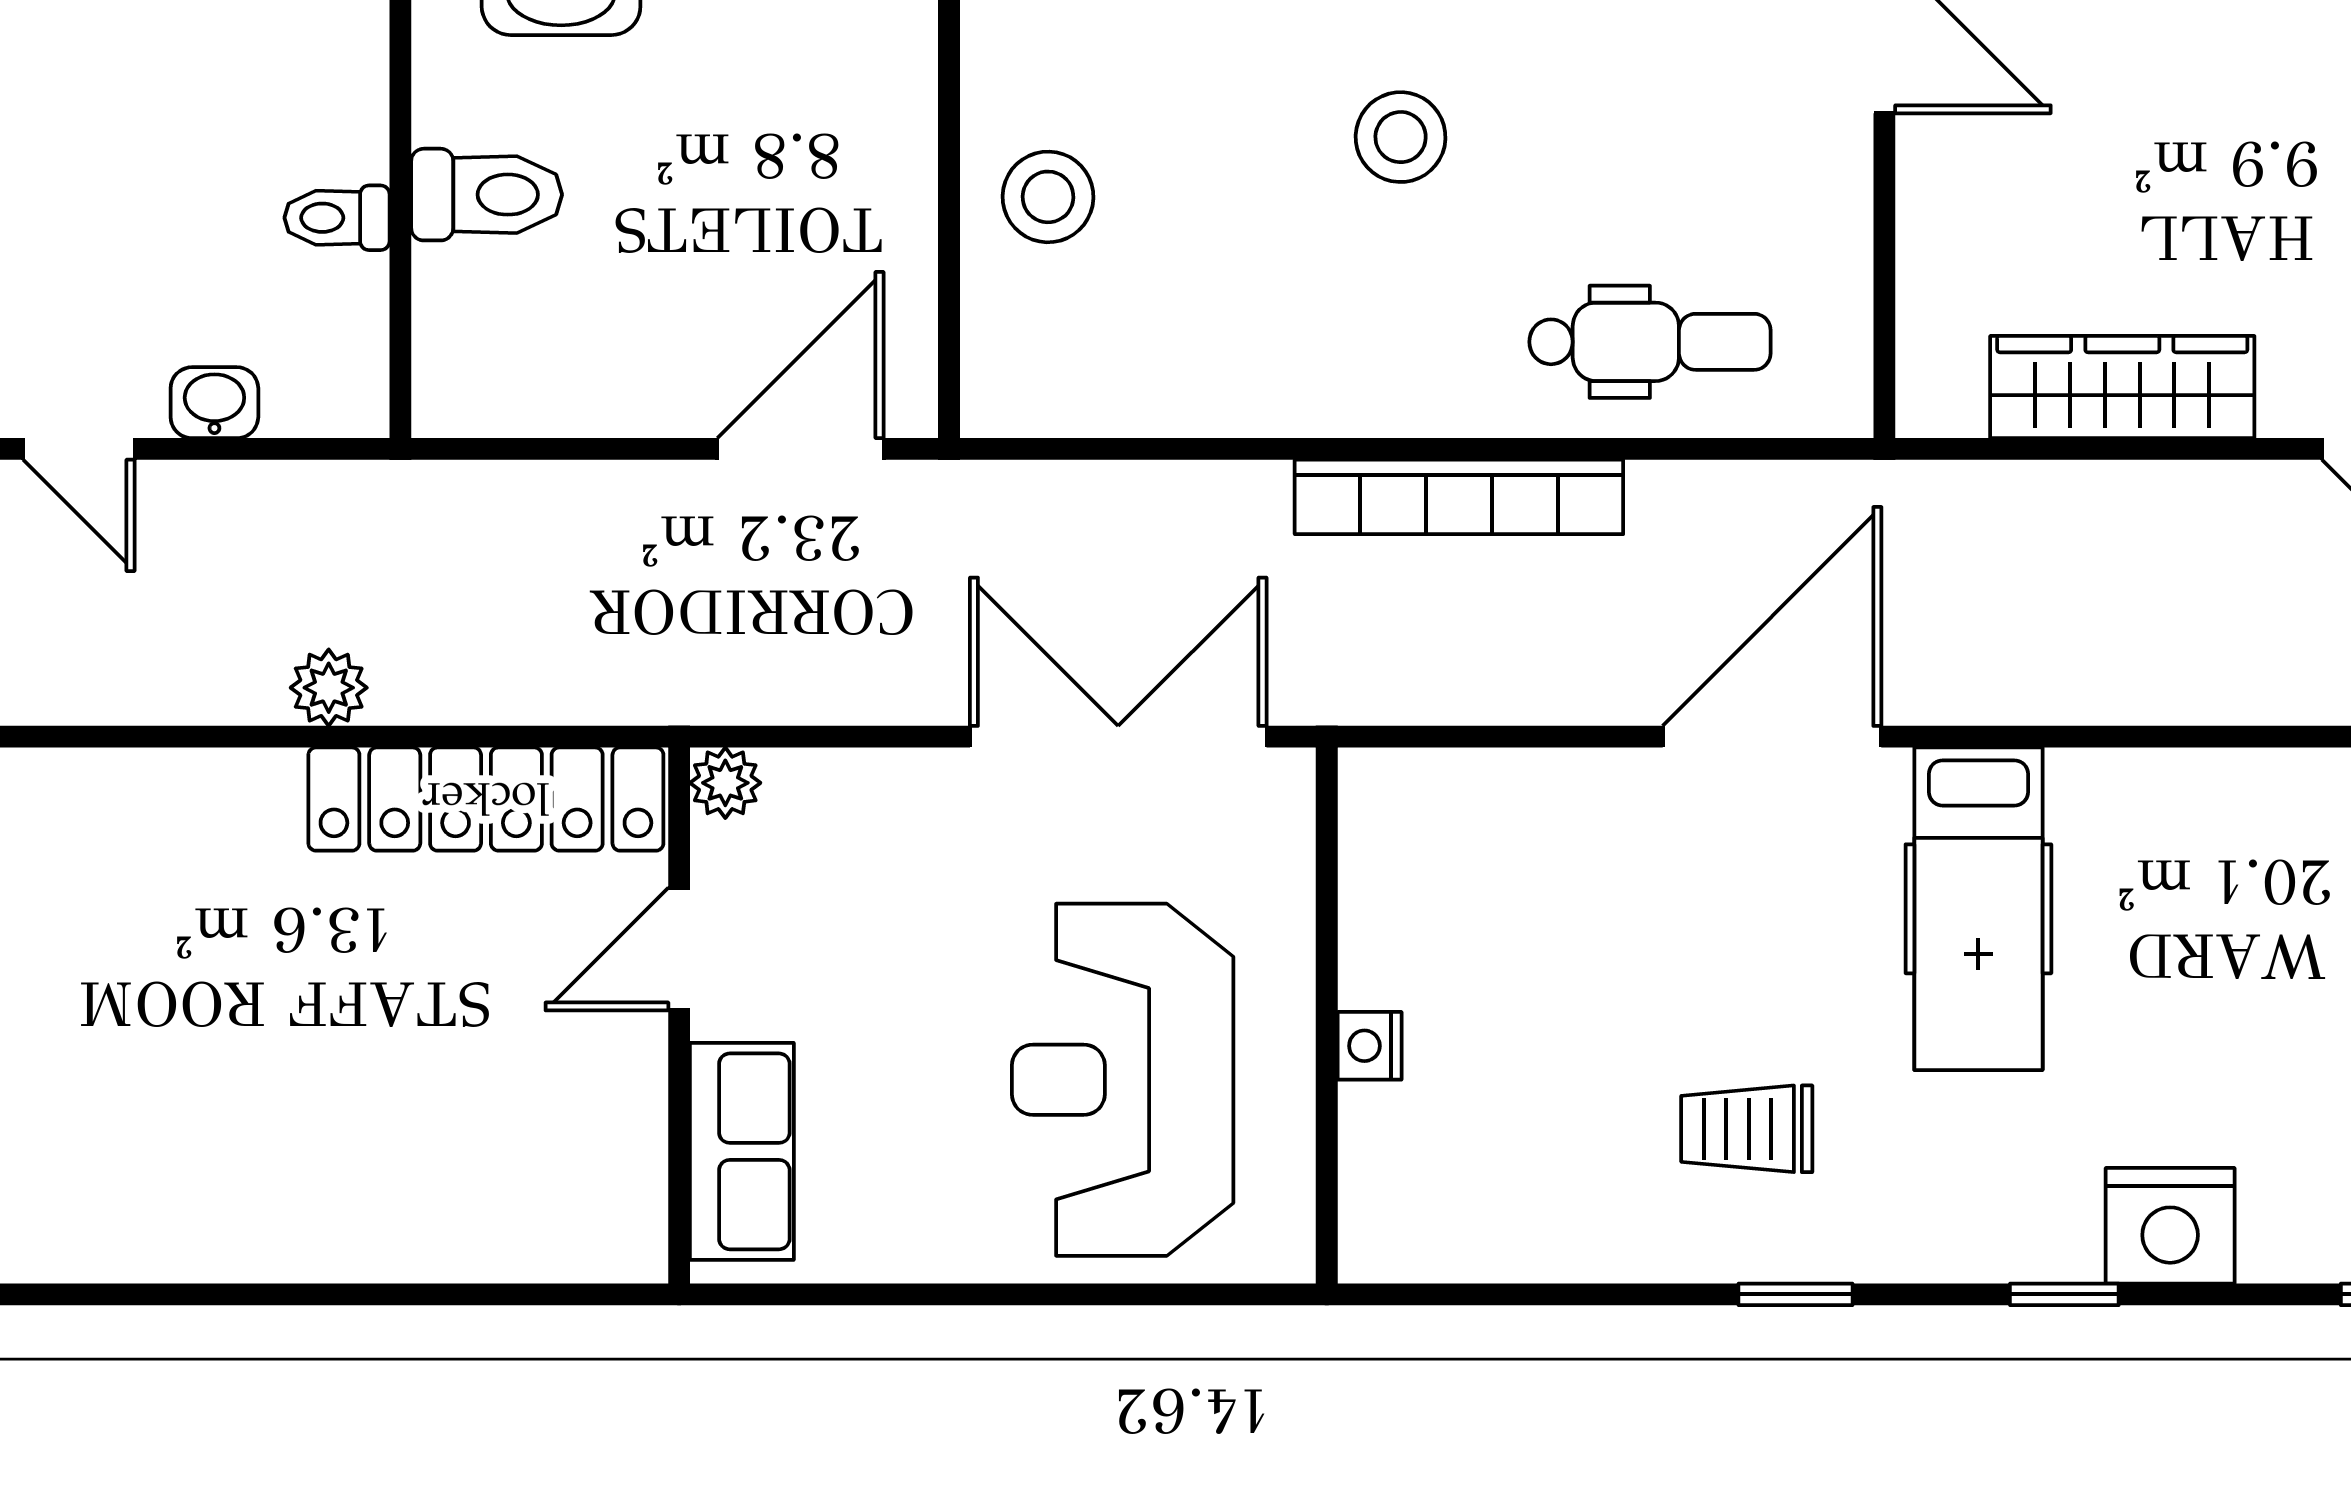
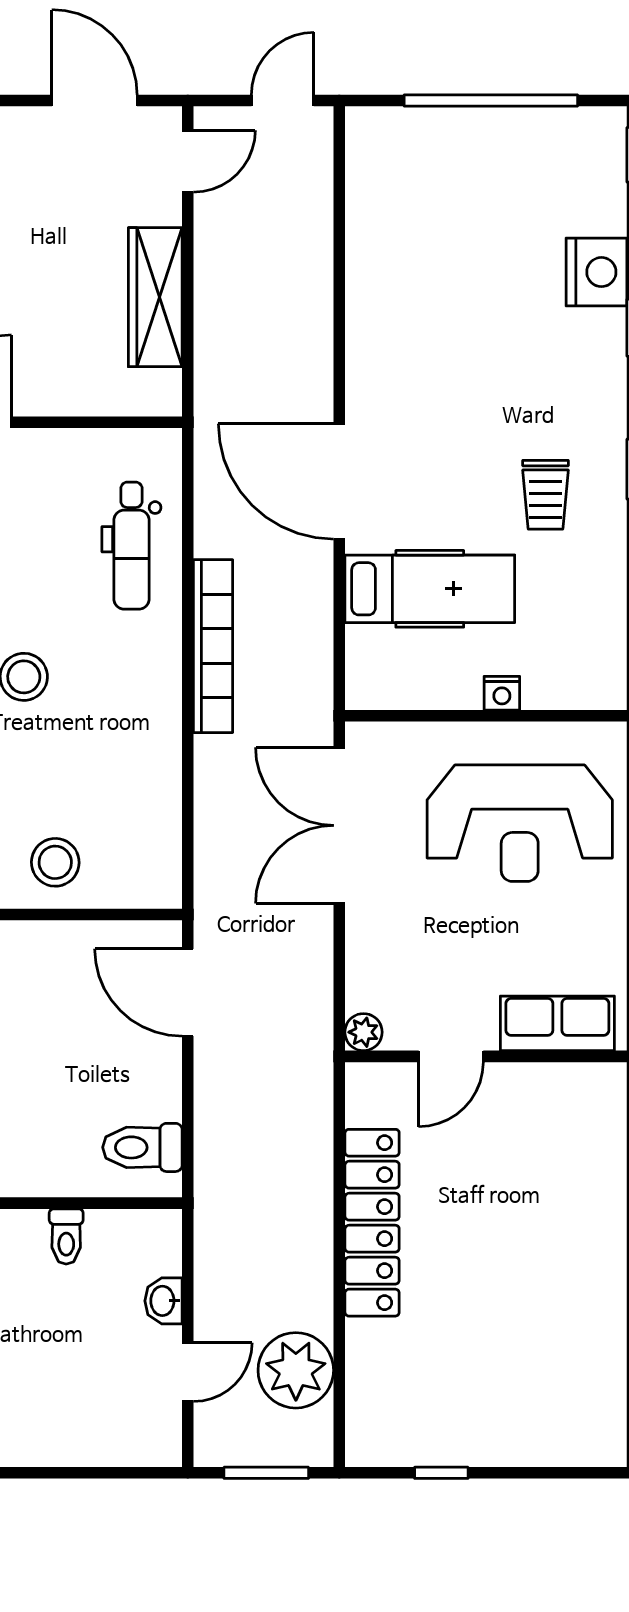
toilet: (487, 195) -> (142, 1147), moved, turned -90
dental chair: (1650, 342) -> (131, 546), turned 180
plant: (329, 688) -> (296, 1370), moved, width x1.87, depth x1.87
locker: (486, 799) -> (372, 1223), moved
hospital bed: (1978, 909) -> (430, 589), moved
door: (679, 949) -> (451, 1056), hinge flipped

